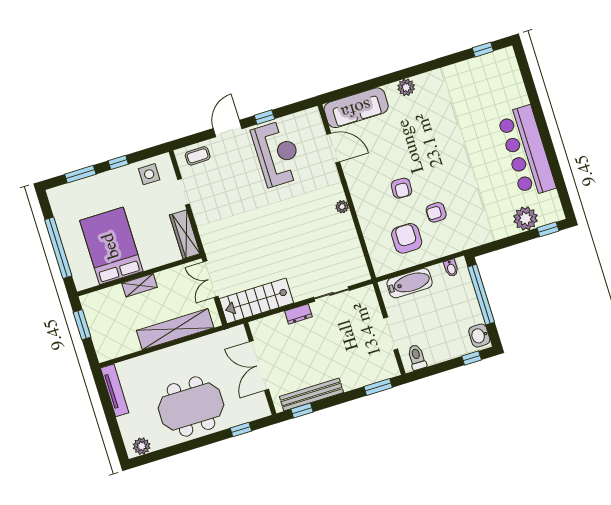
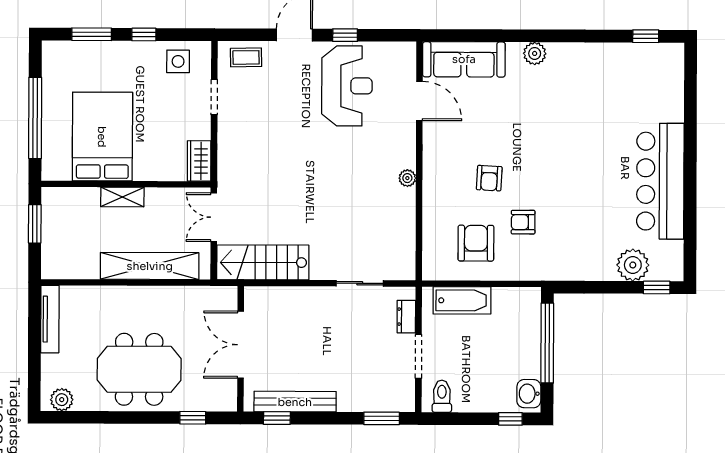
wardrobe: (185, 234) -> (199, 161), width x0.67
bidet: (451, 268) -> (520, 298), removed
dresser: (298, 314) -> (406, 317), moved, turned 90

